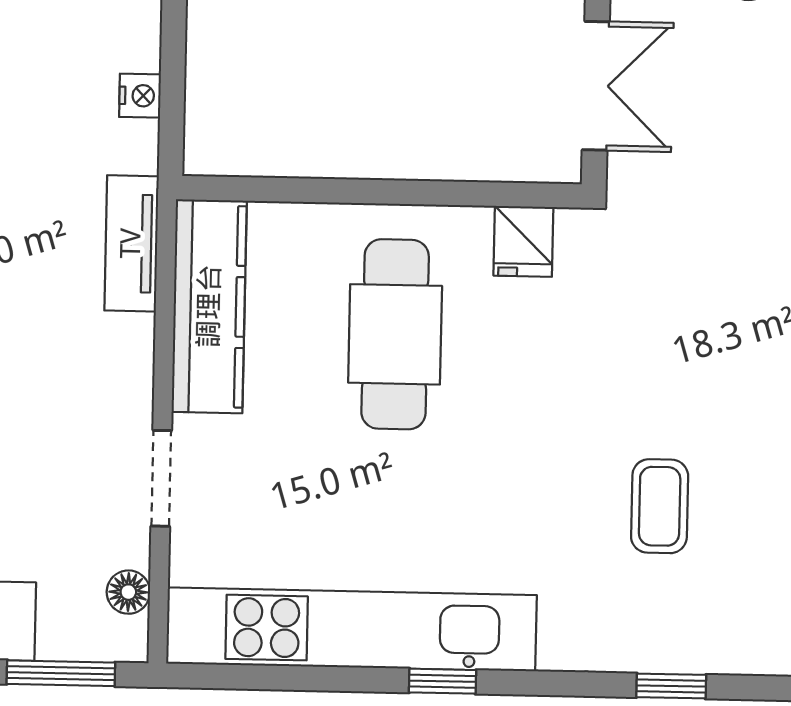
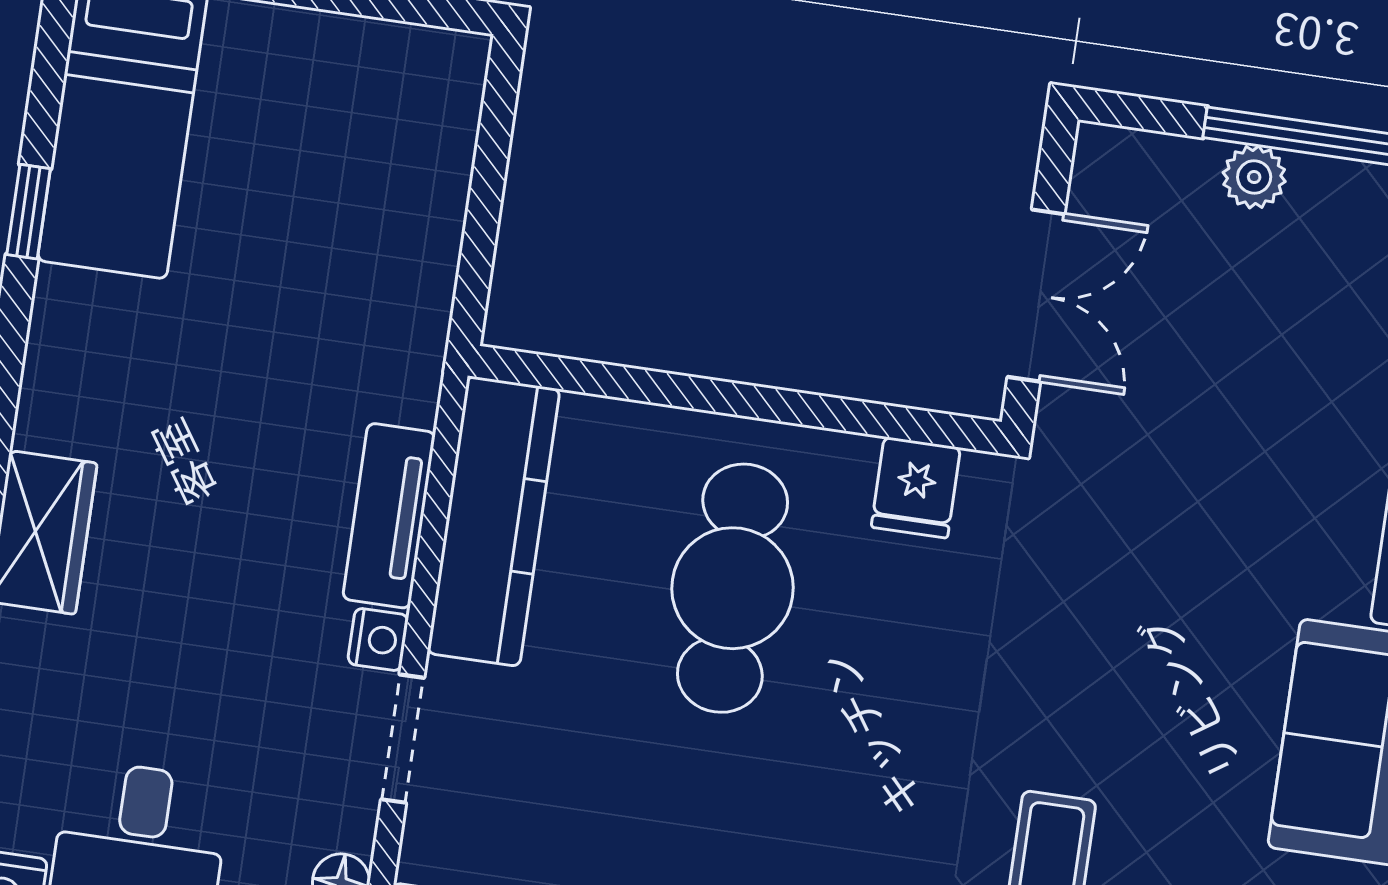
nightstand: (140, 96) -> (378, 640), moved
tv unit: (131, 243) -> (389, 516), moved

